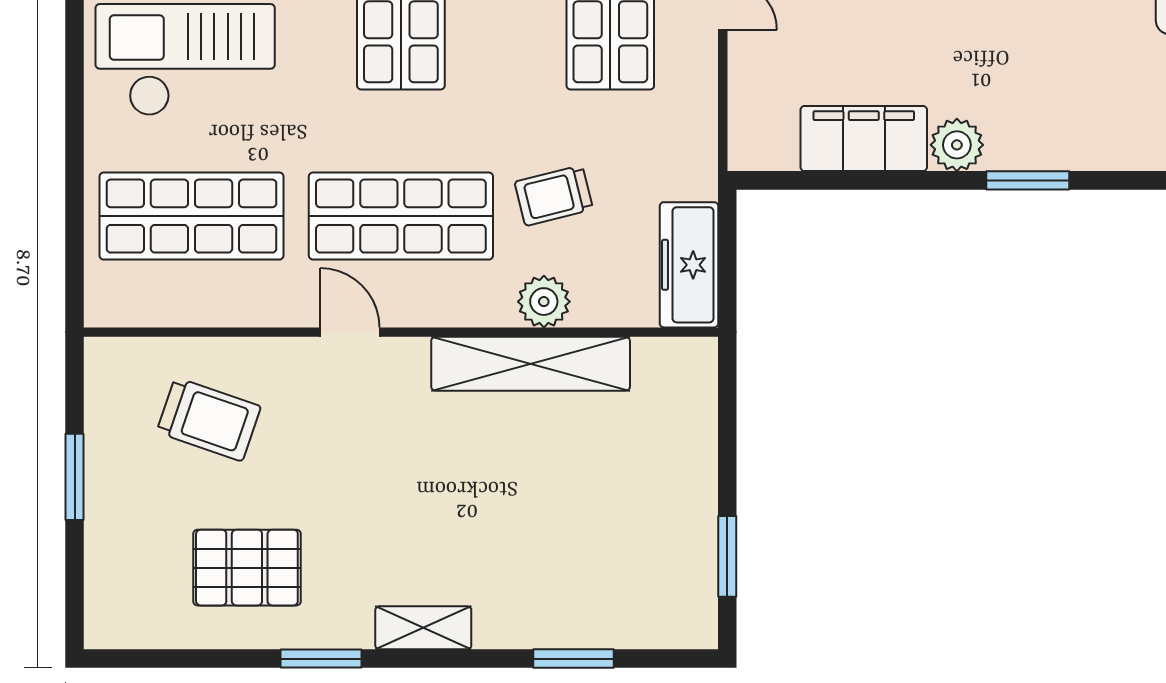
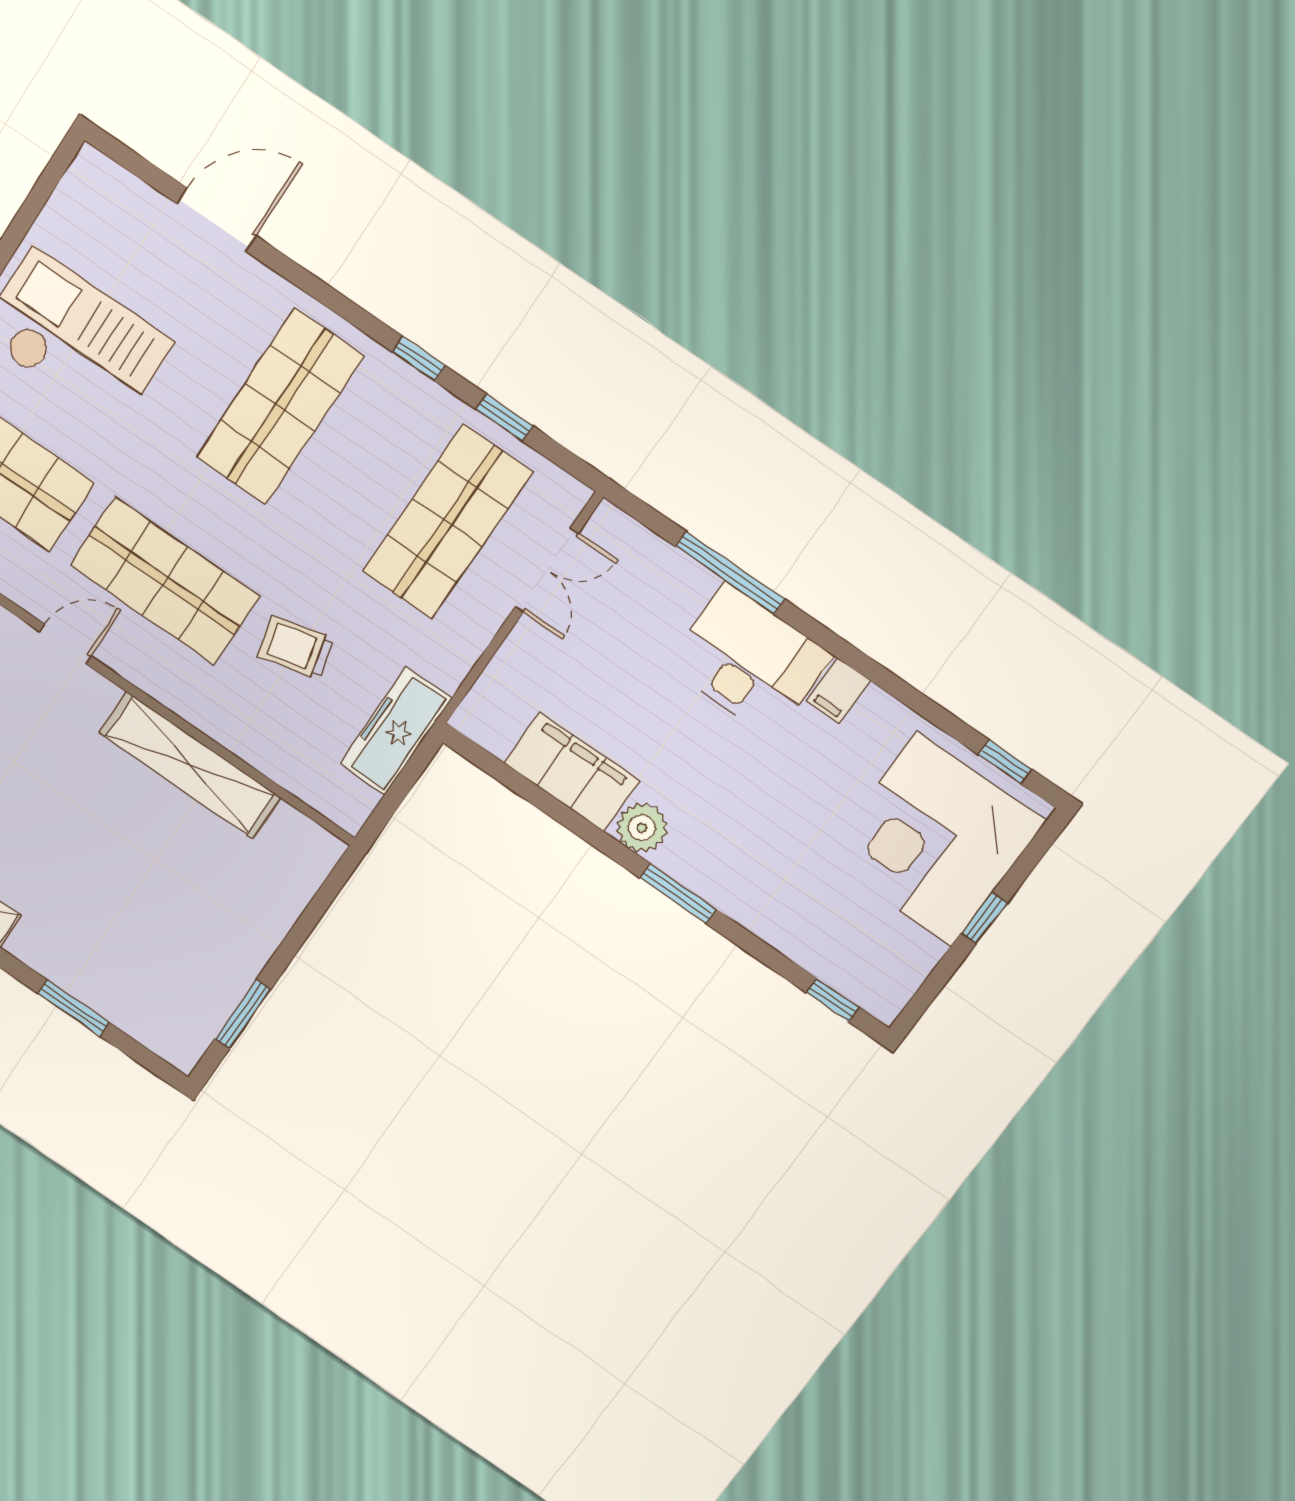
freezer: (689, 265) -> (395, 731), moved
plant: (544, 302) -> (232, 725), removed
door: (350, 332) -> (65, 644), hinge flipped

